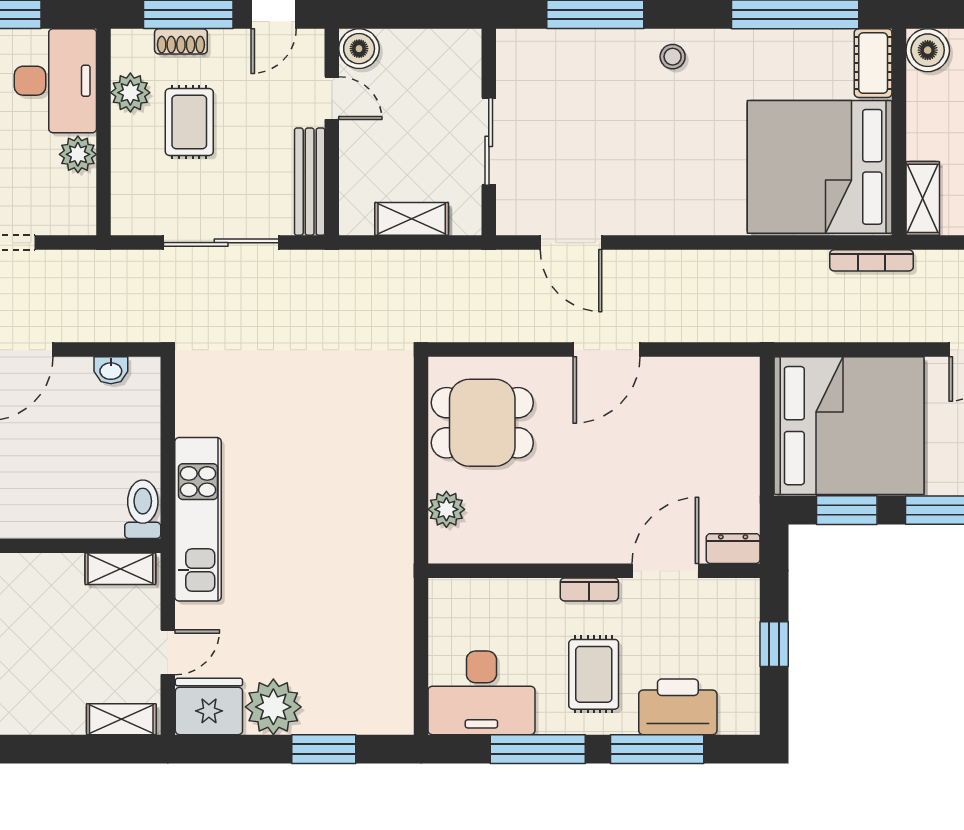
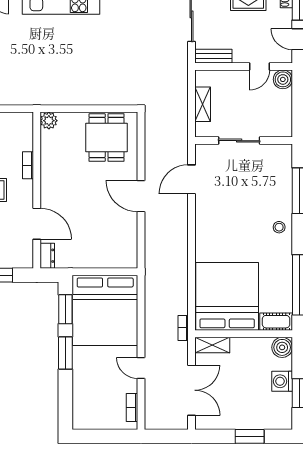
bench: (310, 182) -> (213, 56), width x0.73
bookcase: (871, 260) -> (183, 328), width x0.64
plant: (446, 509) -> (49, 121), moved
bookcase: (589, 589) -> (28, 165), moved

